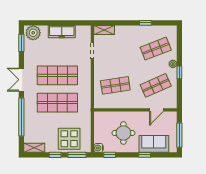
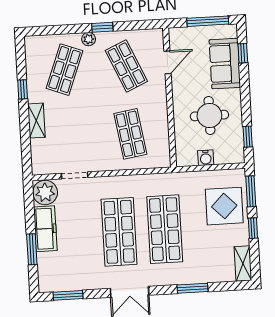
window: (50, 23) -> (32, 249), added
shelving: (104, 30) -> (36, 121), moved
plant: (33, 33) -> (45, 192), moved
shop shelf: (156, 49) -> (65, 70), turned 42
door: (156, 110) -> (168, 62), hinge flipped
window: (21, 117) -> (193, 288), width x0.47
water cooler: (98, 148) -> (206, 158), moved
window: (145, 155) -> (243, 53), moved

